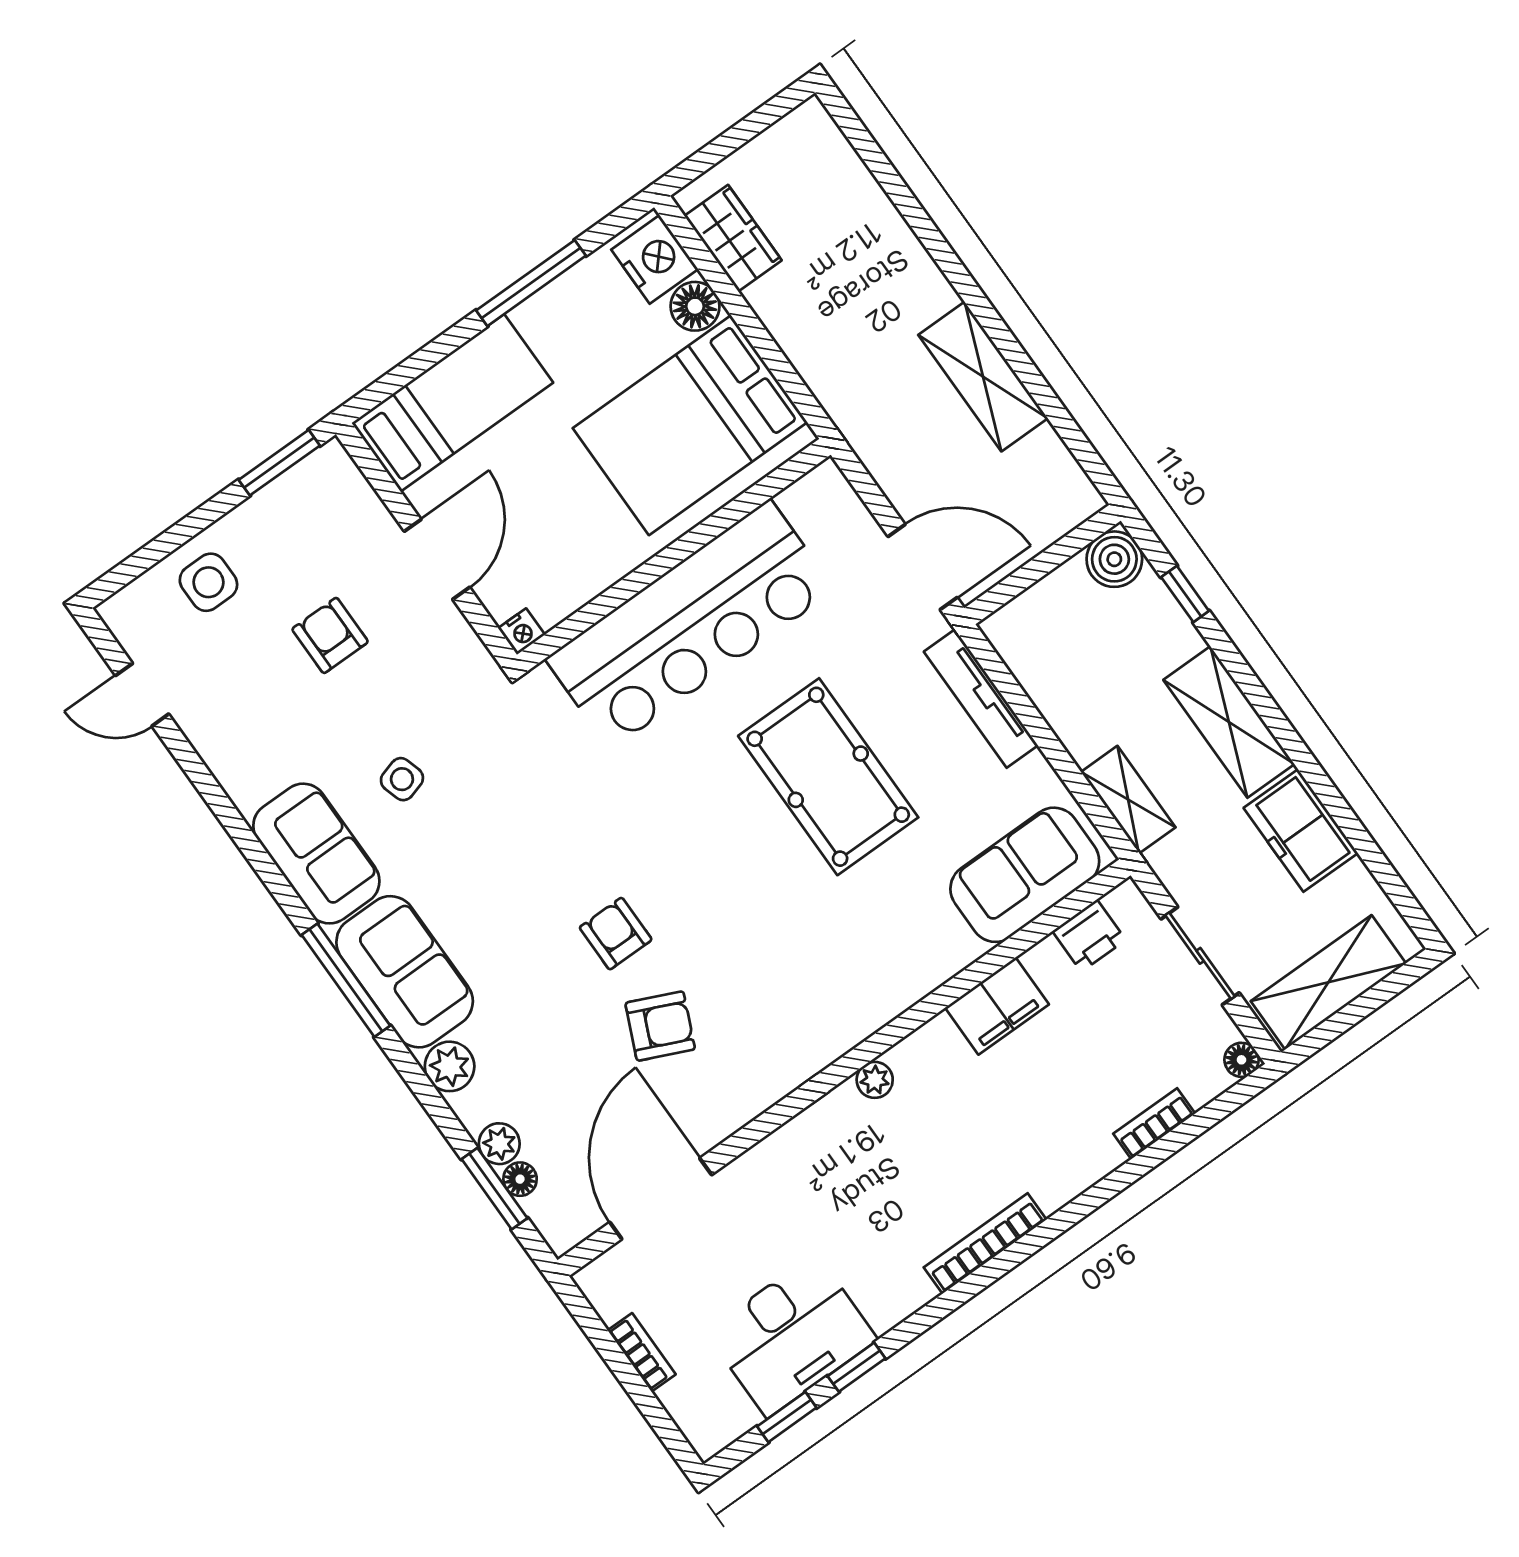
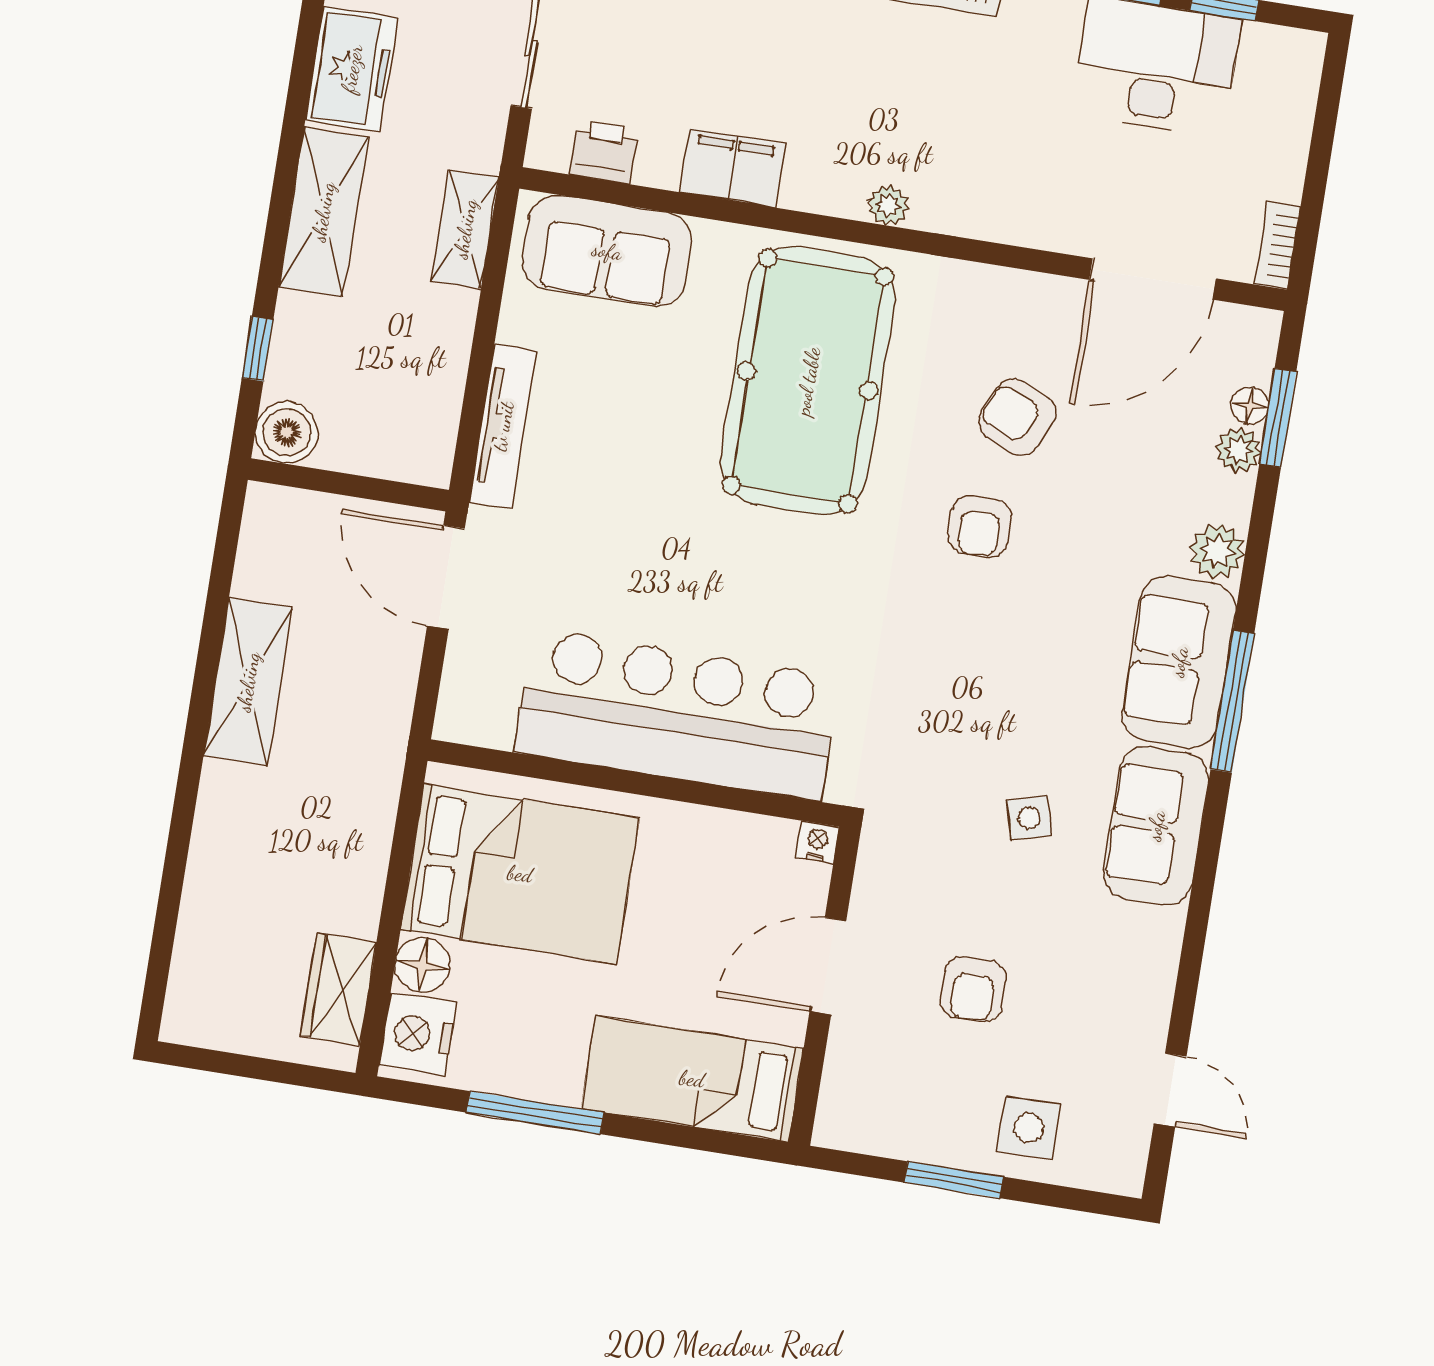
window: (279, 463) -> (954, 1180), moved
pool table: (828, 777) -> (808, 381), moved, width x1.36, depth x1.32
bookcase: (642, 1352) -> (1277, 245), moved

